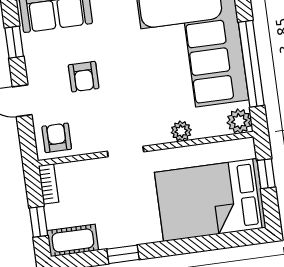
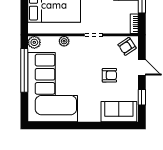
armchair: (84, 77) -> (109, 75), turned 90
armchair: (57, 138) -> (127, 46), turned 56
window: (266, 174) -> (24, 14), removed

